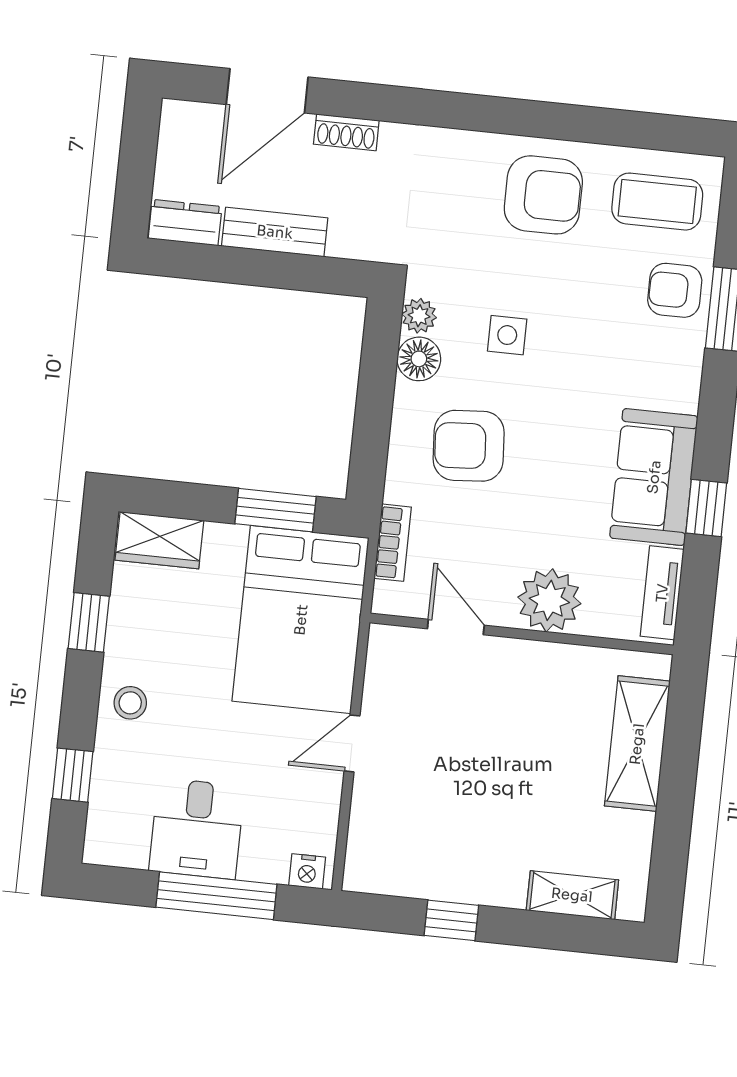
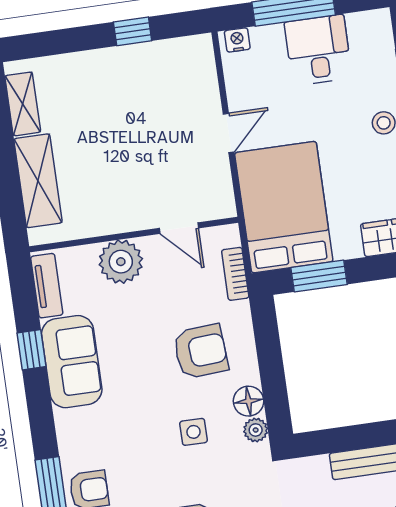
shelving: (572, 895) -> (23, 104), moved, turned 90

